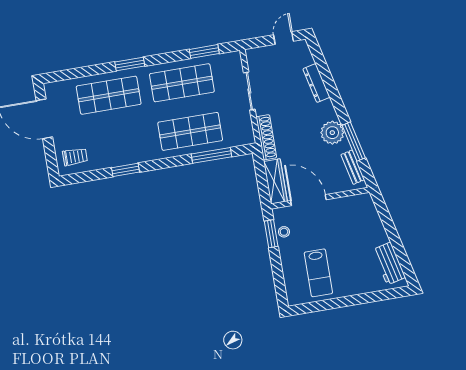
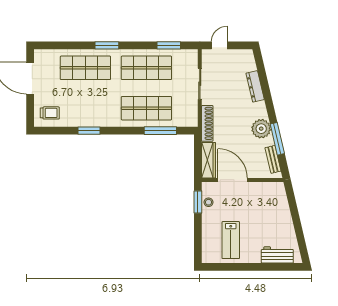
door: (284, 38) -> (219, 45), moved
workbench: (389, 263) -> (277, 255), moved, turned 103

